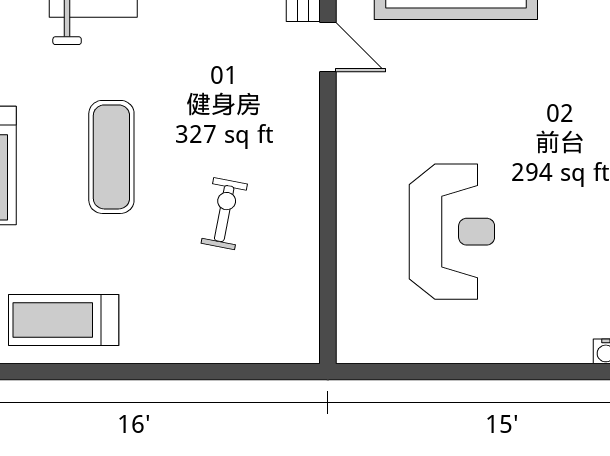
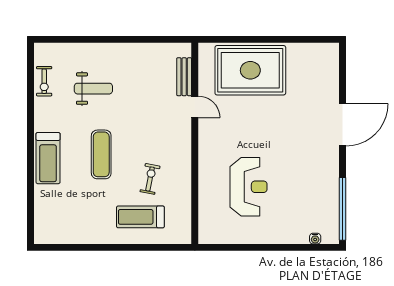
treadmill: (64, 320) -> (140, 217), moved

